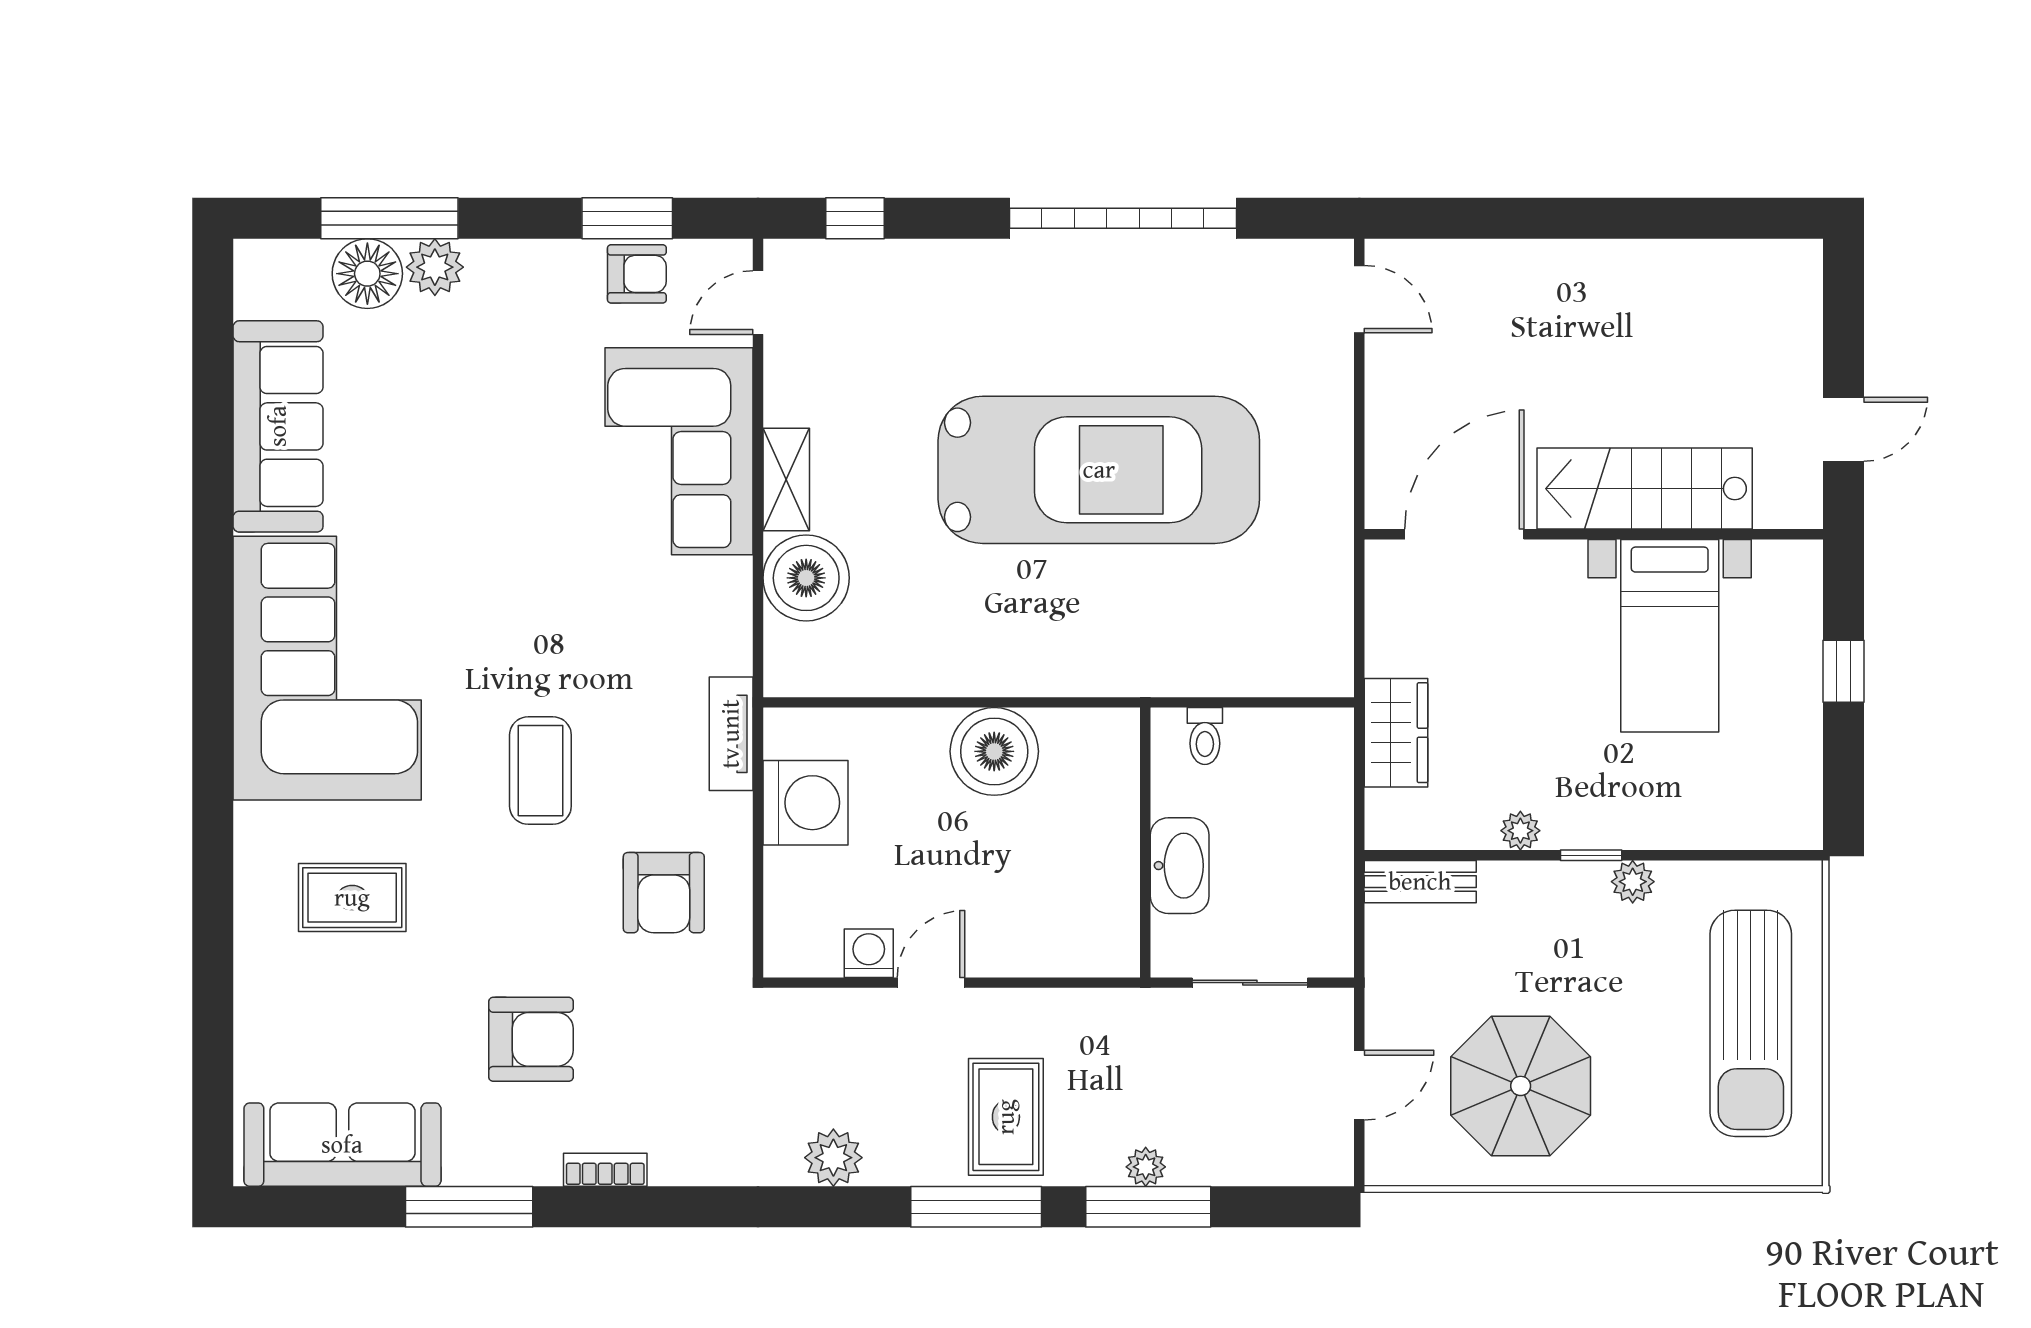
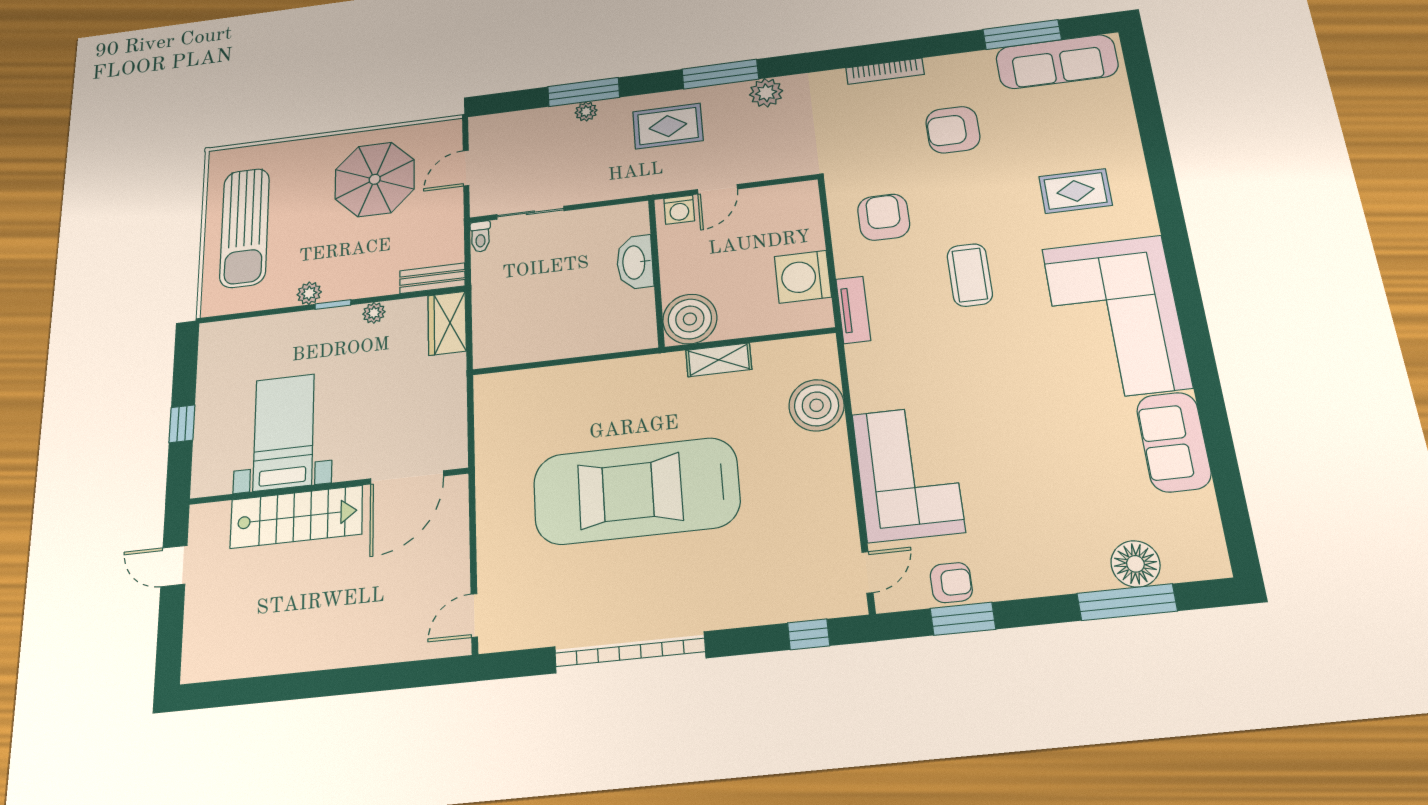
plant: (435, 267) -> (1090, 573), removed
armchair: (637, 274) -> (951, 583), turned 180
door: (1359, 299) -> (474, 615), hinge flipped
sofa: (278, 426) -> (1174, 442), width x0.73
door: (1843, 429) -> (174, 566), hinge flipped
shelving: (786, 479) -> (719, 360), moved, turned 90
wardrobe: (1396, 733) -> (447, 323), moved
toilet: (1205, 736) -> (480, 237), moved, turned 180
wall: (1145, 842) -> (656, 272), moved
washbasin: (1180, 866) -> (635, 262), moved
washing machine: (869, 953) -> (679, 210), moved
sun lounger: (1751, 1023) -> (245, 228), turned 180
rug: (1006, 1117) -> (668, 126), turned 90
bookcase: (605, 1170) -> (885, 71), width x1.56
window: (469, 1207) -> (1022, 35), moved
window: (976, 1207) -> (720, 74), moved

